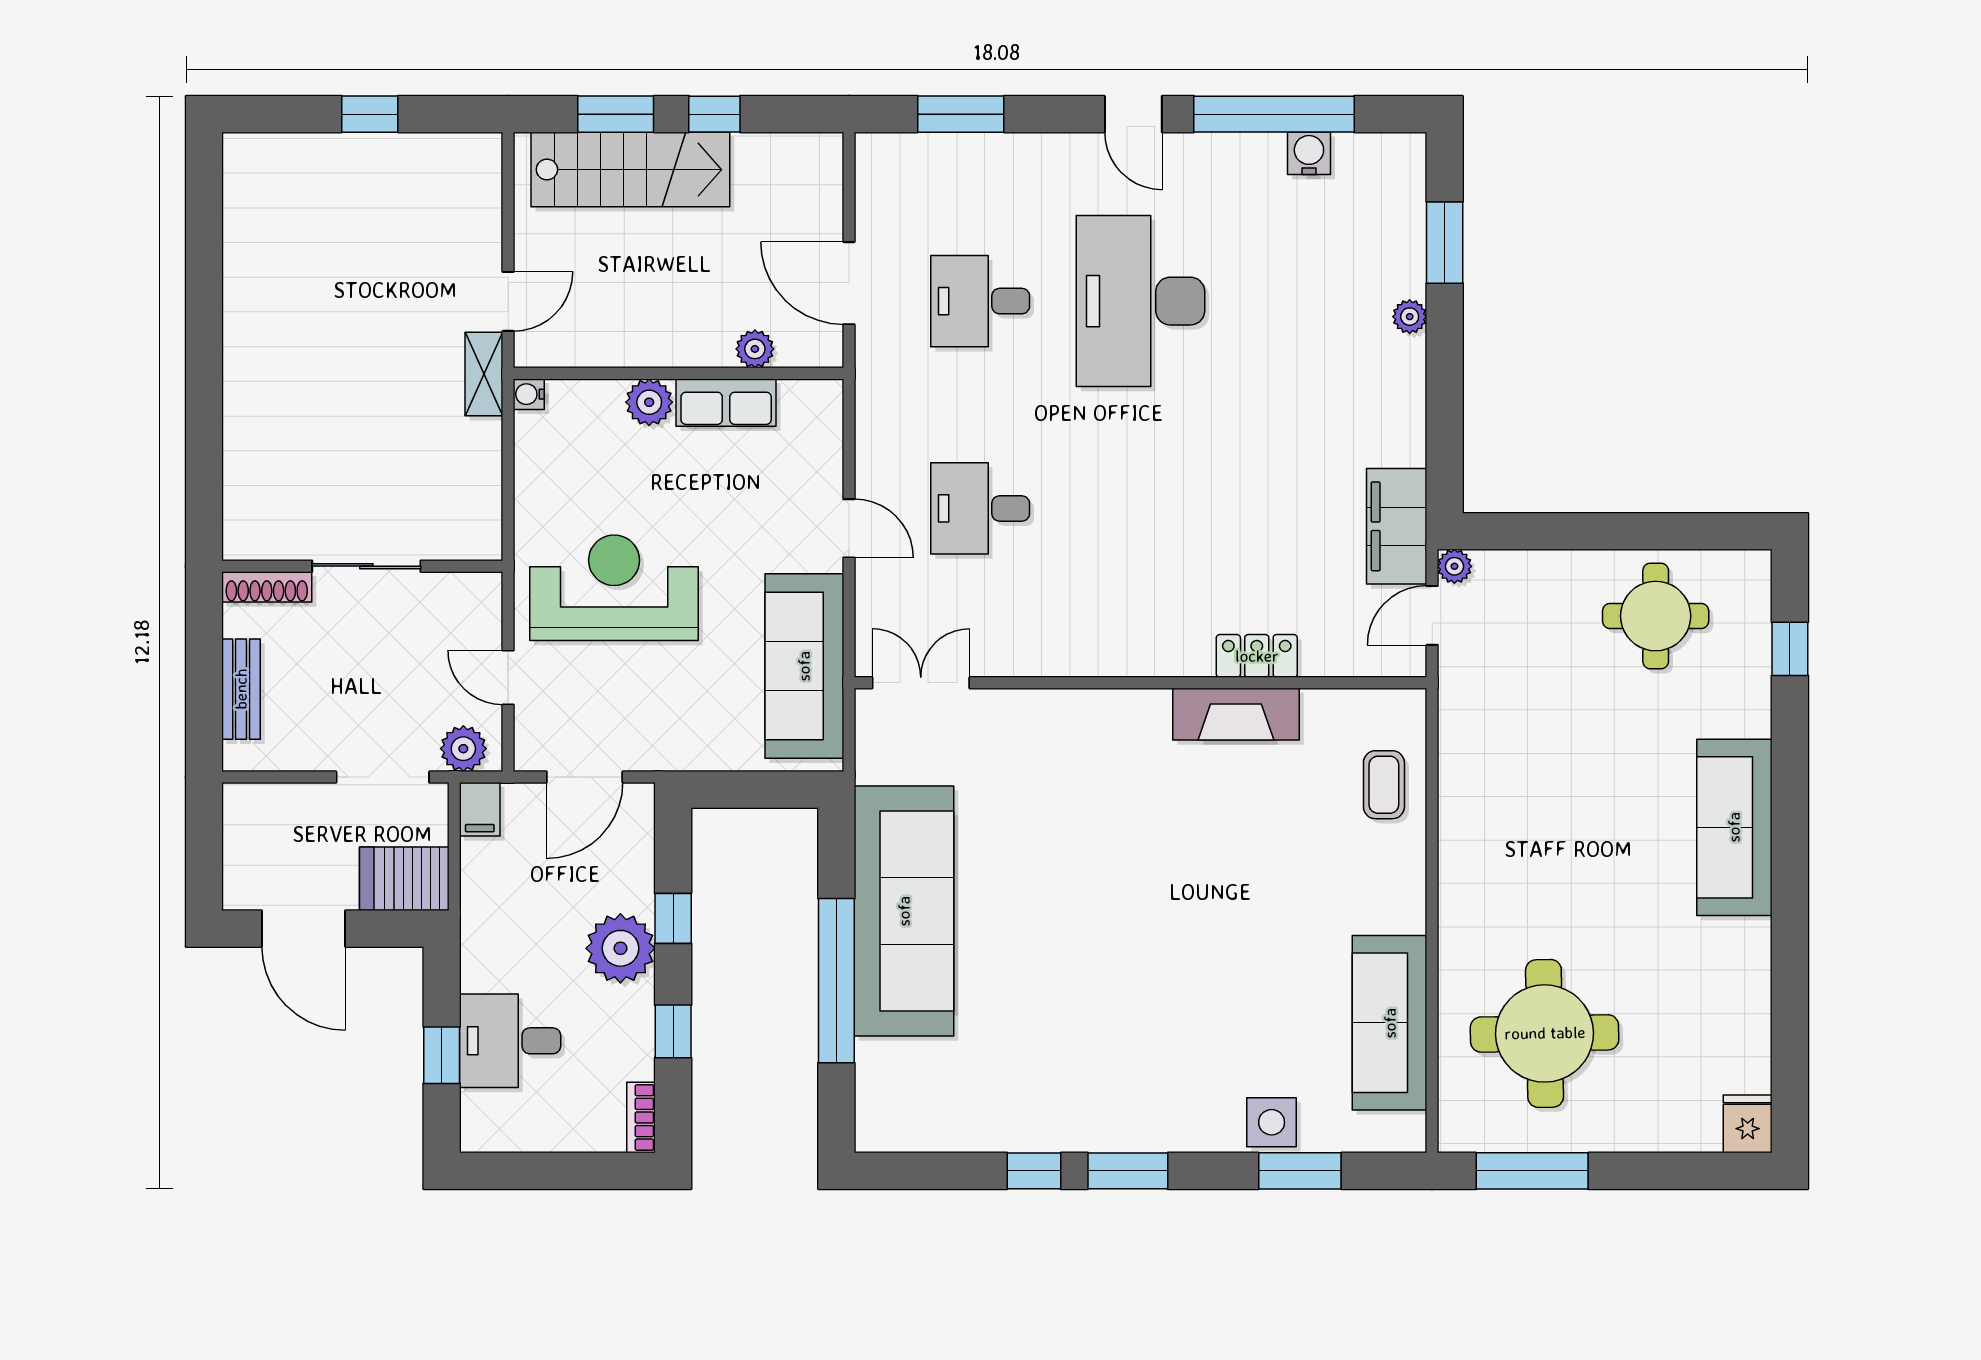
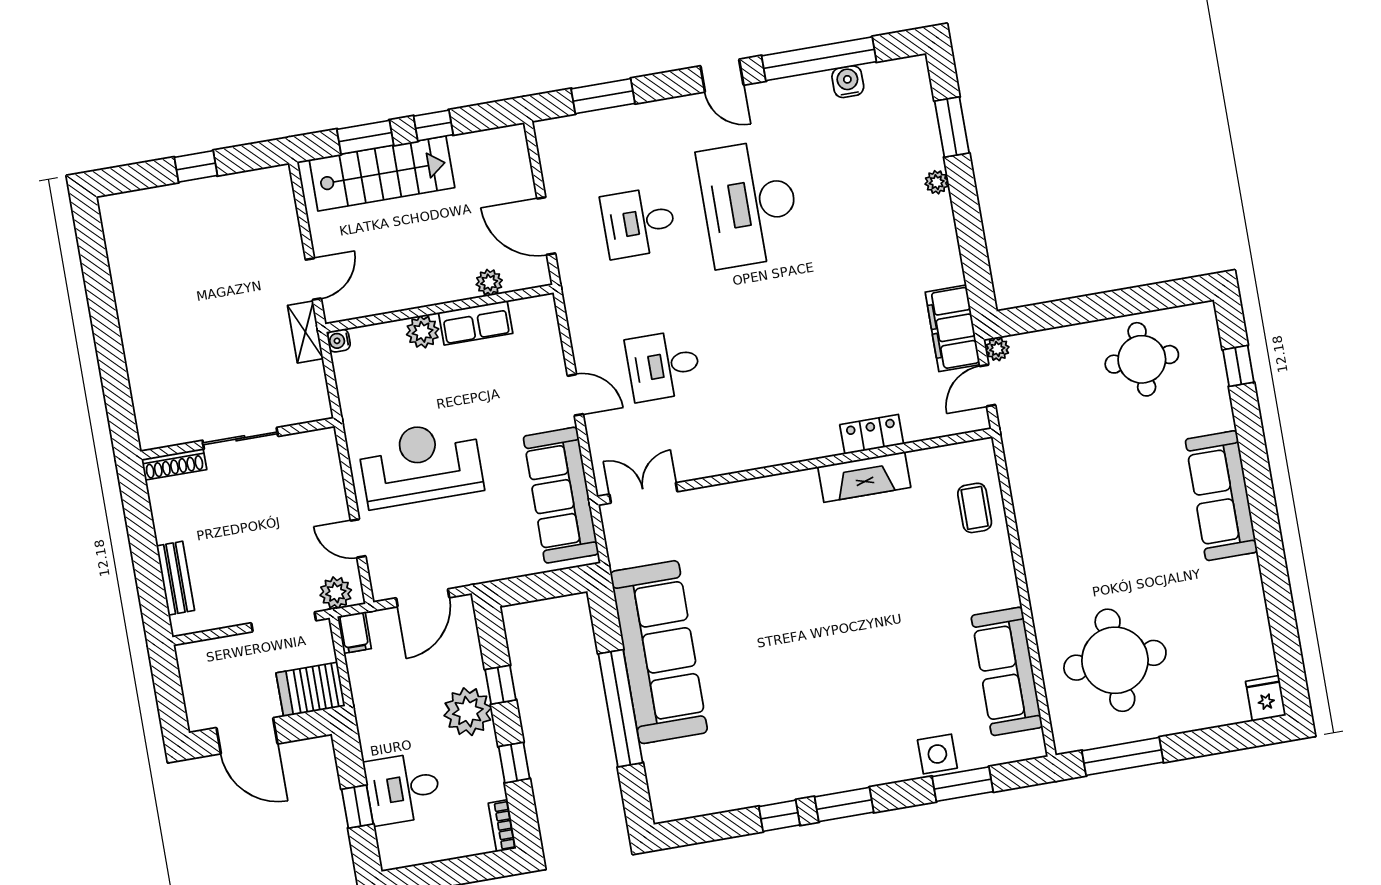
wall: (362, 566) -> (237, 439), moved
sliding door: (366, 566) -> (240, 438), moved
shoe rack: (267, 587) -> (174, 464), moved

